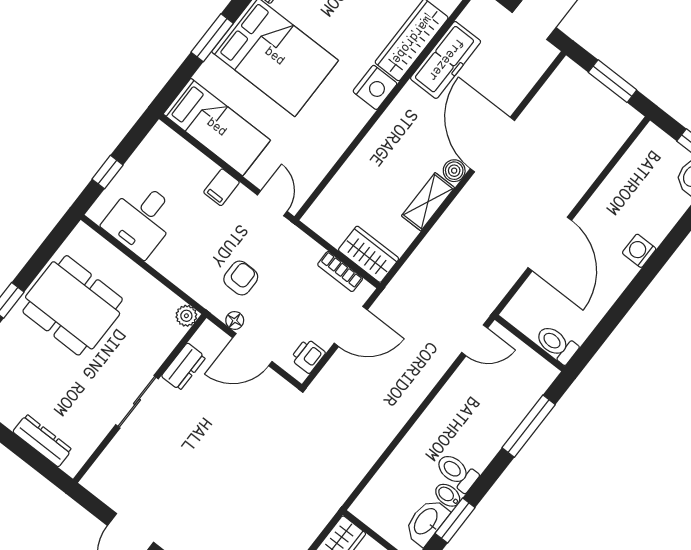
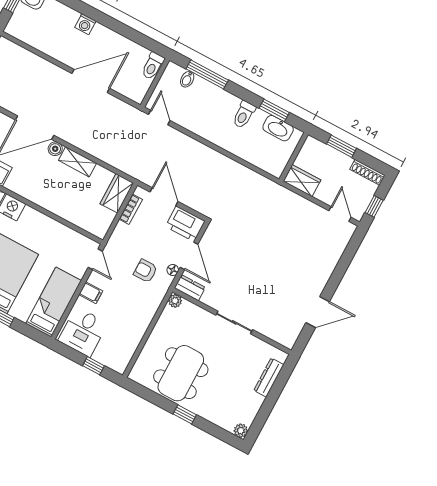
door: (272, 203) -> (95, 259), swing flipped
desk: (141, 219) -> (83, 332), moved, turned 90
printer: (308, 356) -> (185, 224), width x1.87, depth x1.48
dresser: (184, 367) -> (190, 288), moved
bidet: (448, 495) -> (187, 79), moved

